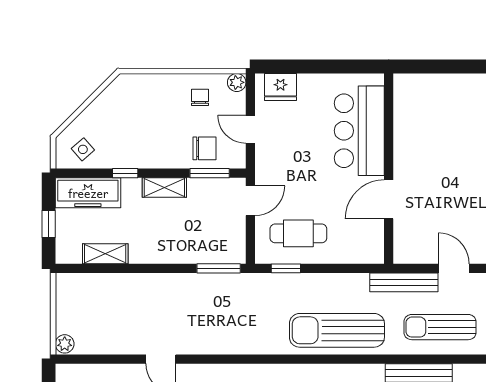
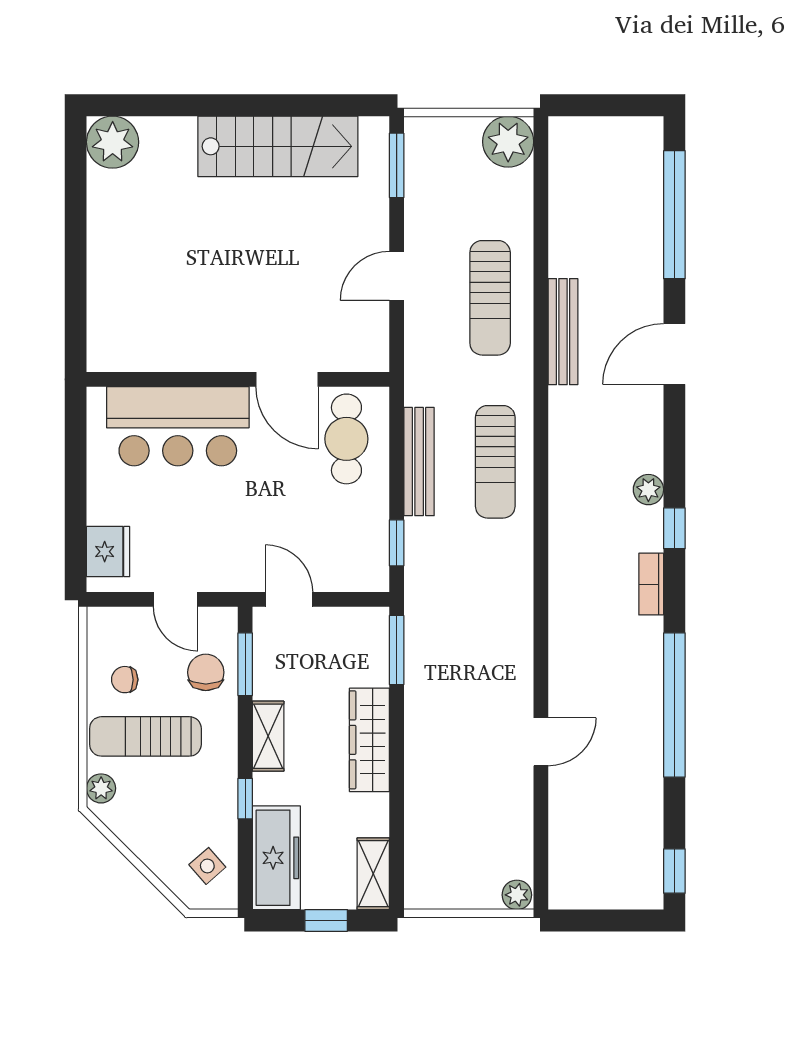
plant: (237, 82) -> (101, 788), moved
sun lounger: (164, 110) -> (145, 736), added
door: (250, 129) -> (176, 599), hinge flipped
cafe table: (298, 233) -> (346, 439), moved
wardrobe: (162, 251) -> (369, 740), added
shelving: (105, 254) -> (373, 874), moved
bench: (404, 282) -> (419, 462), moved
sun lounger: (337, 330) -> (495, 462), width x0.73, depth x0.75

